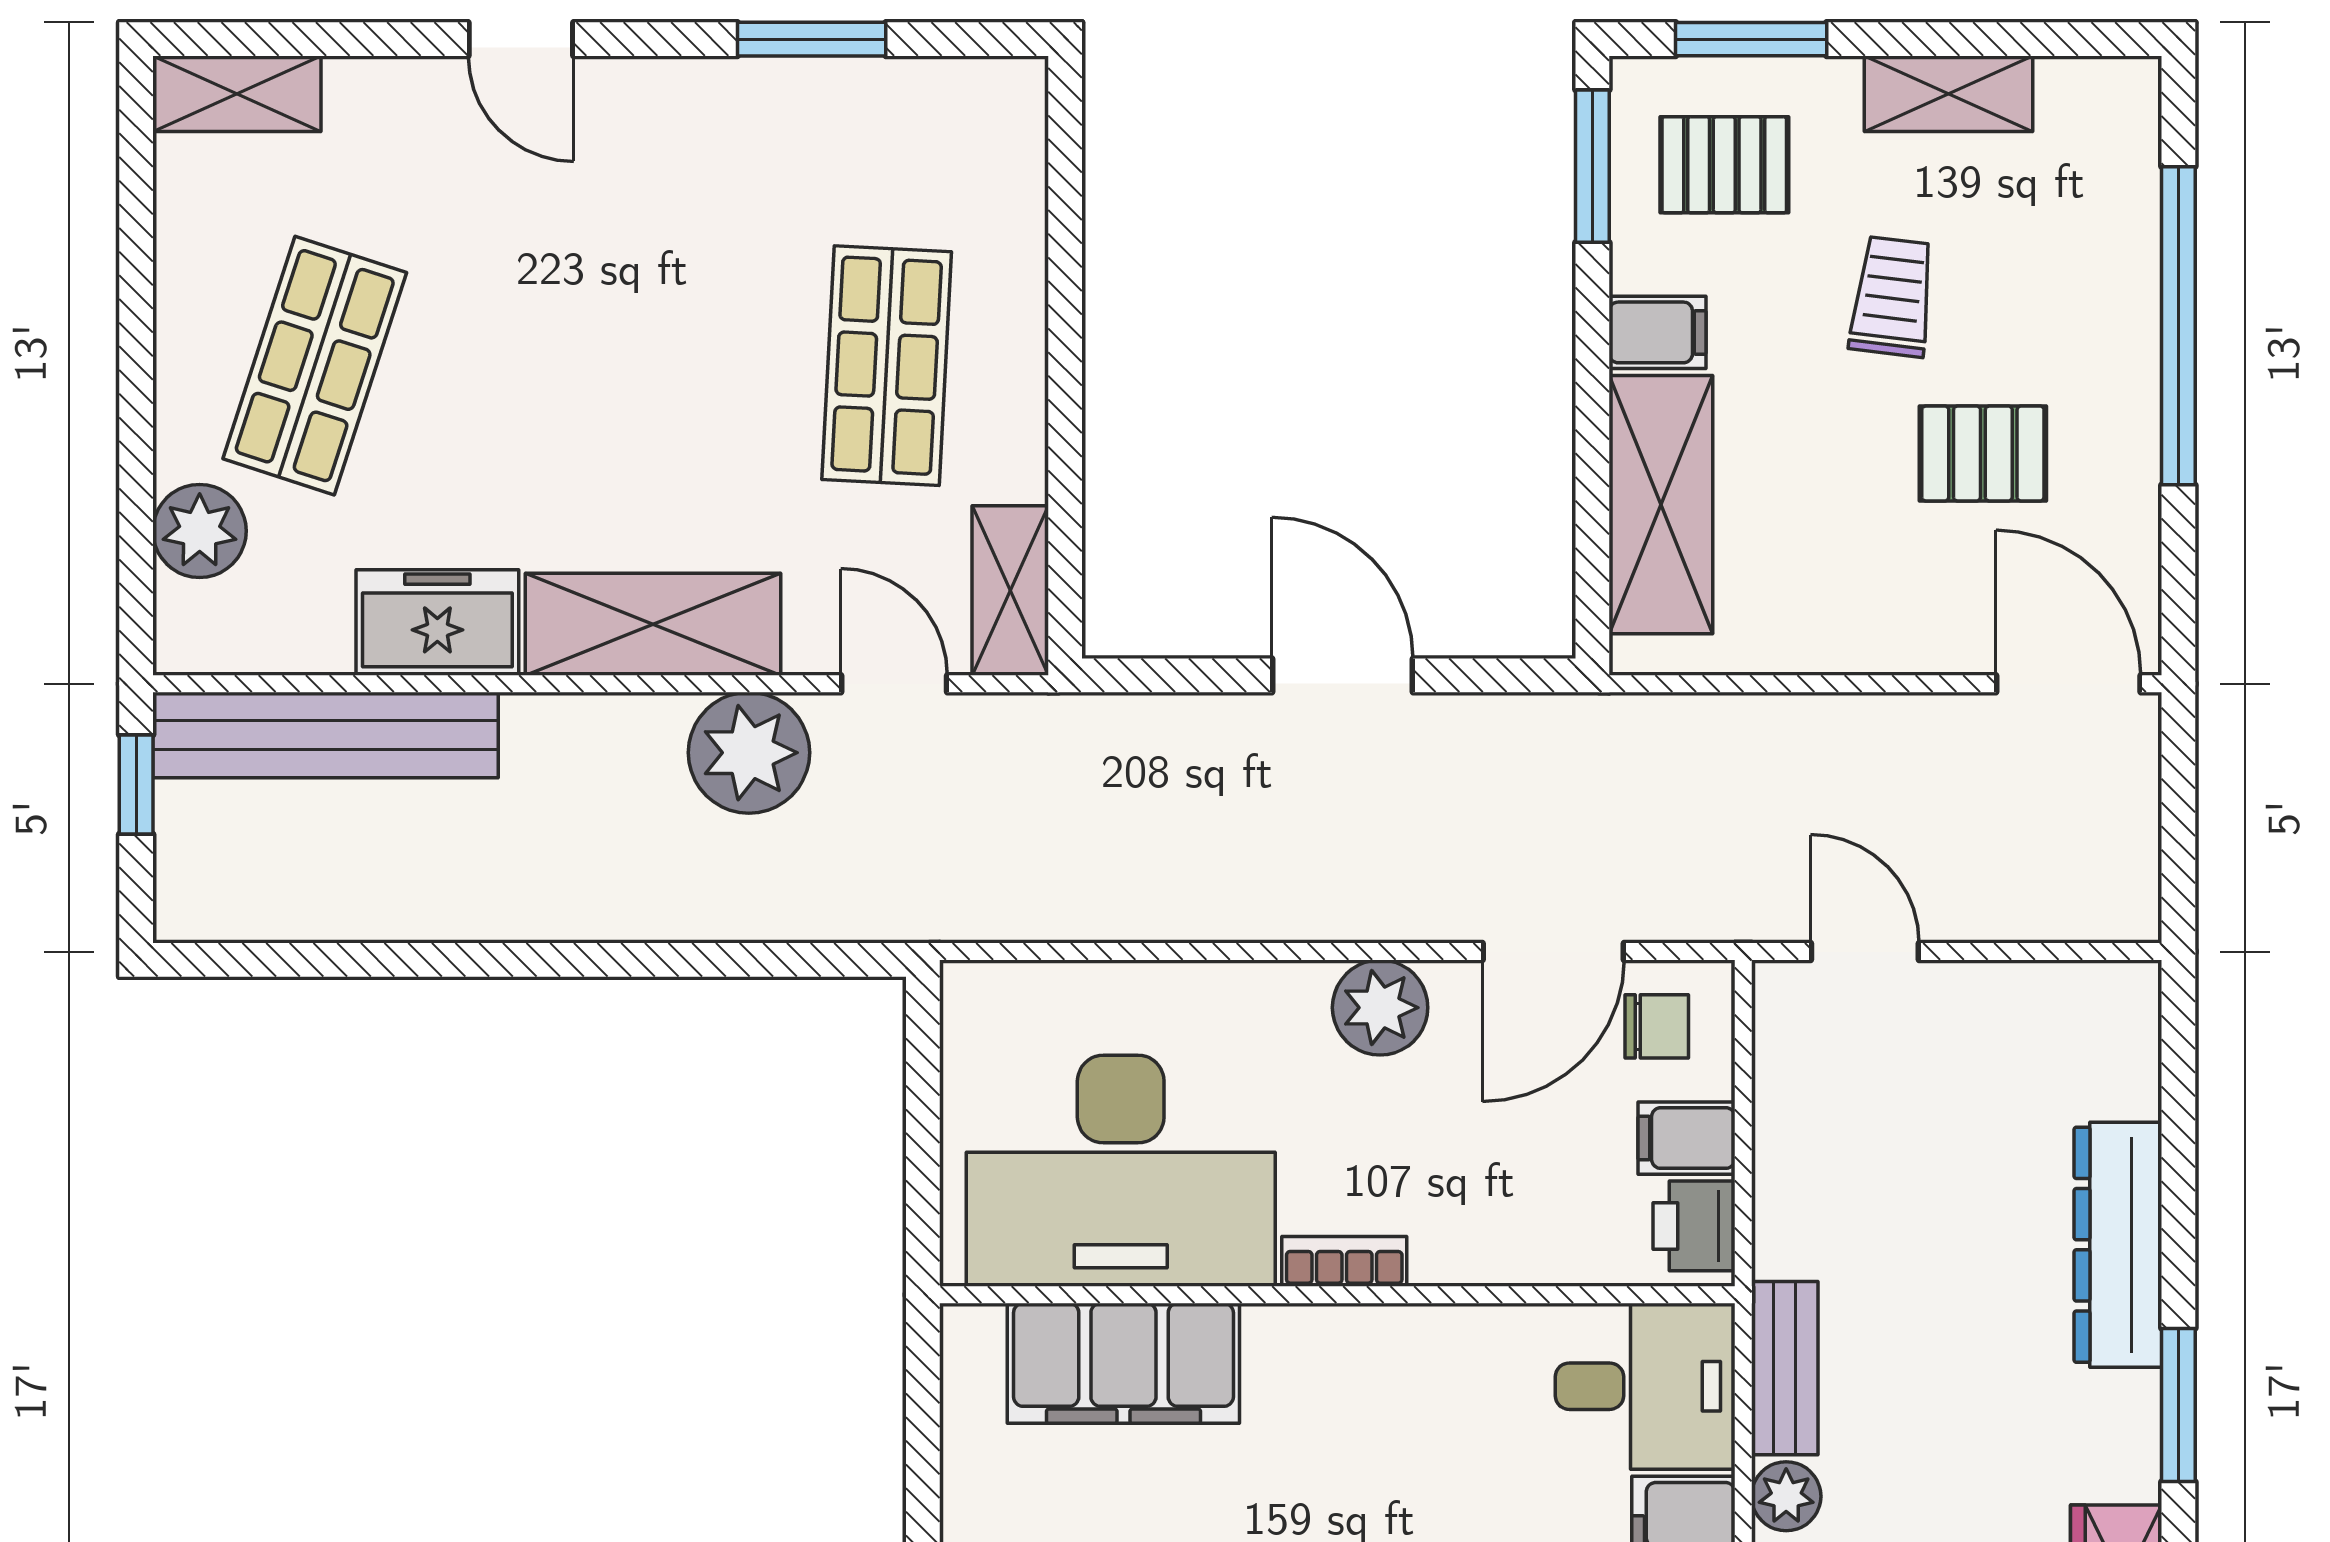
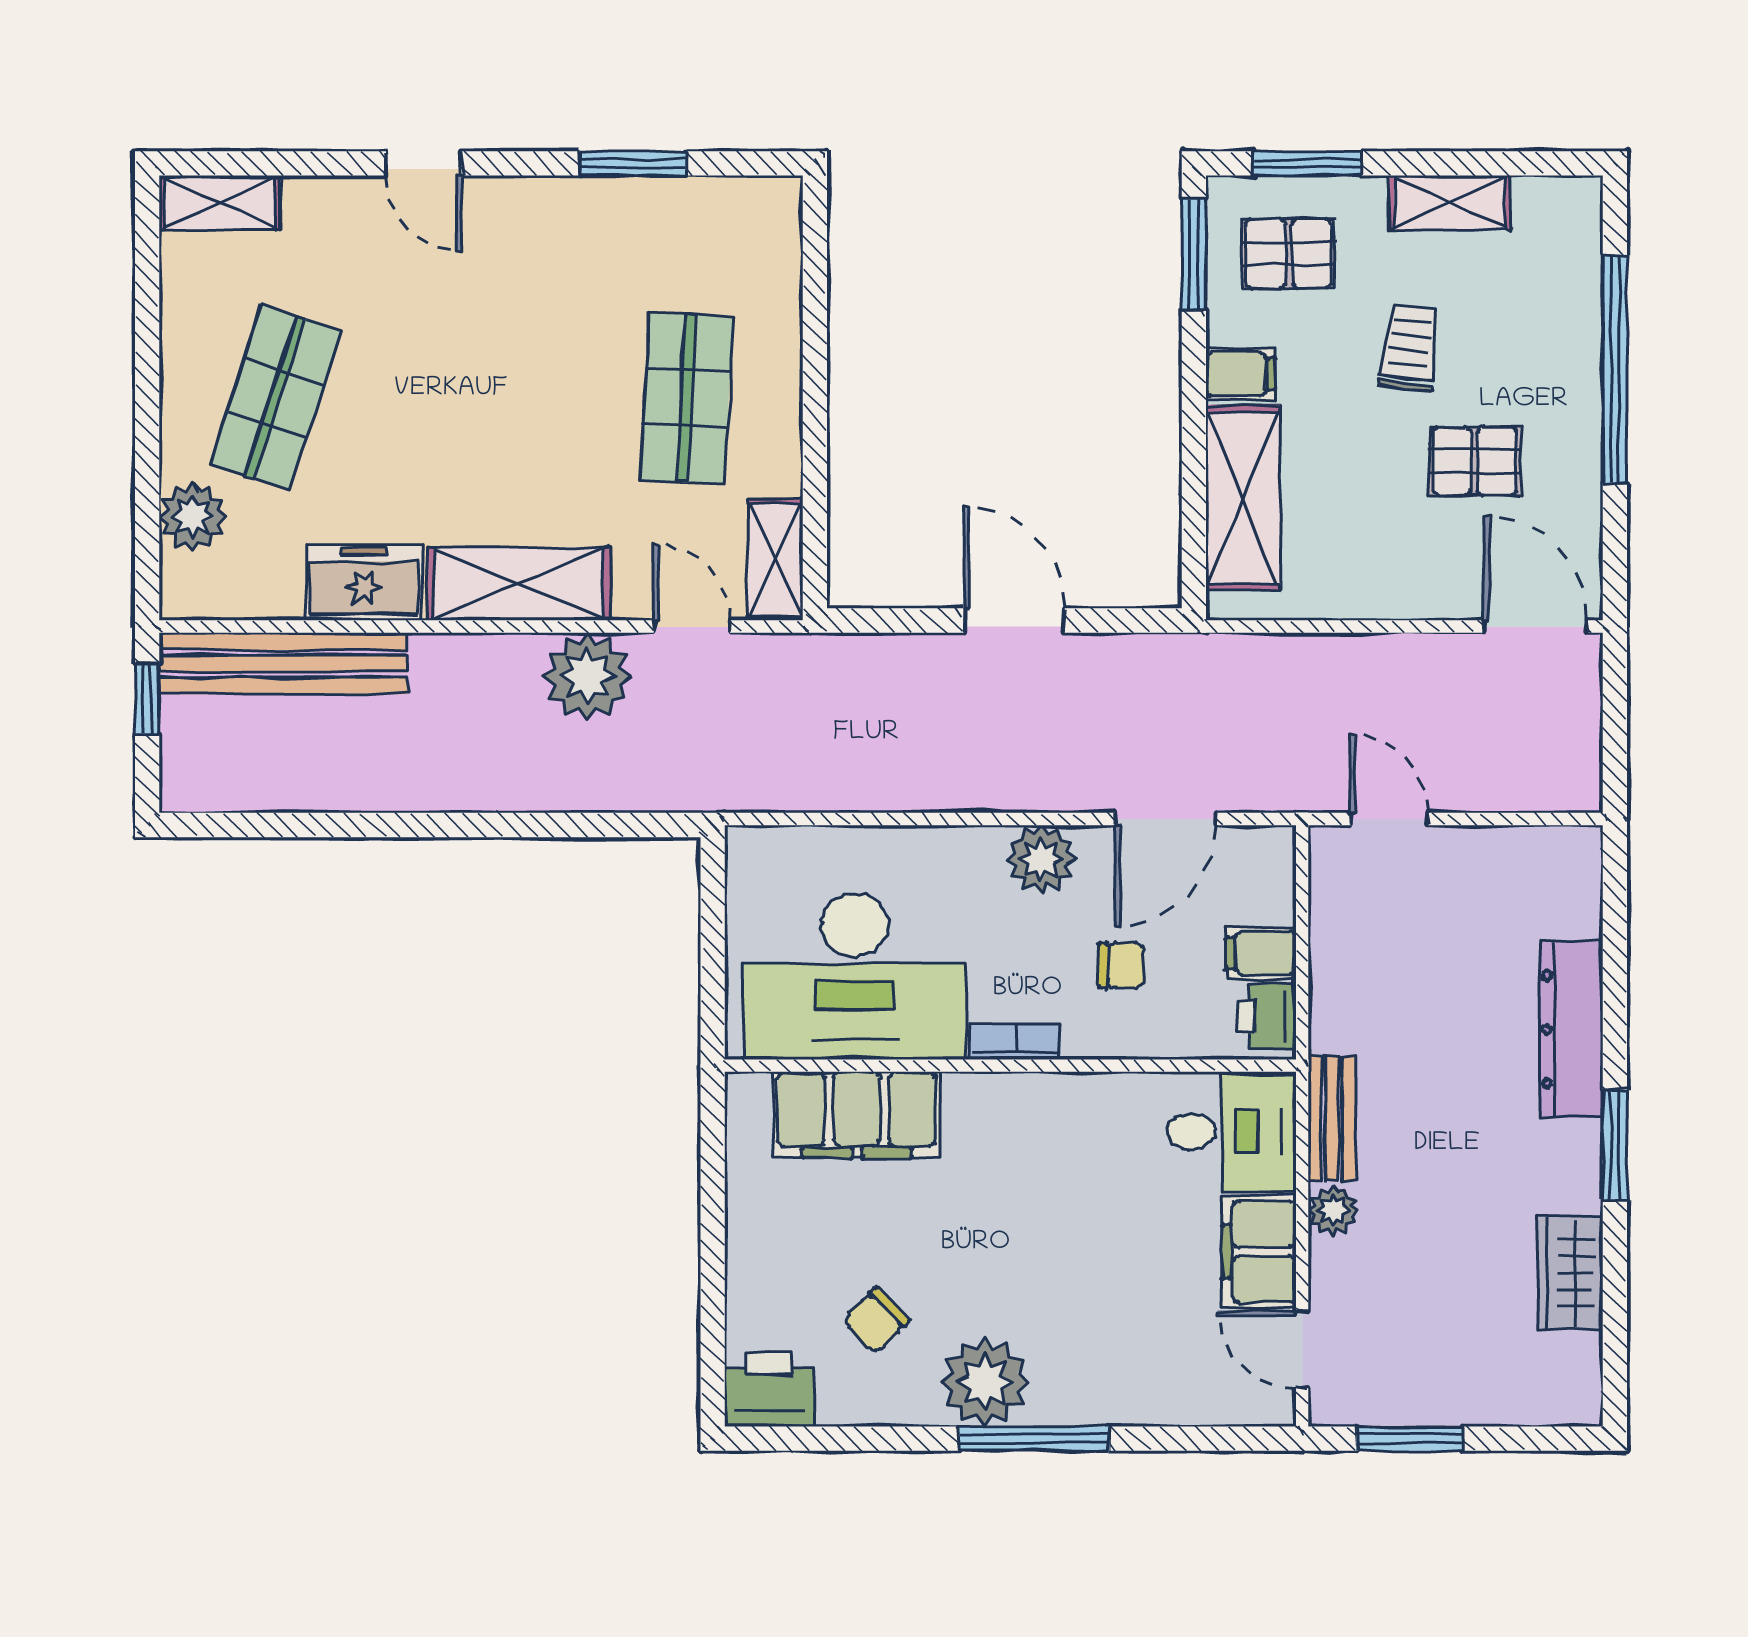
chair: (1657, 1026) -> (1121, 966), moved

